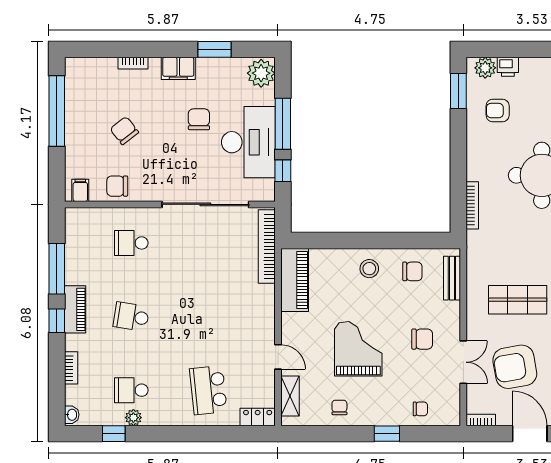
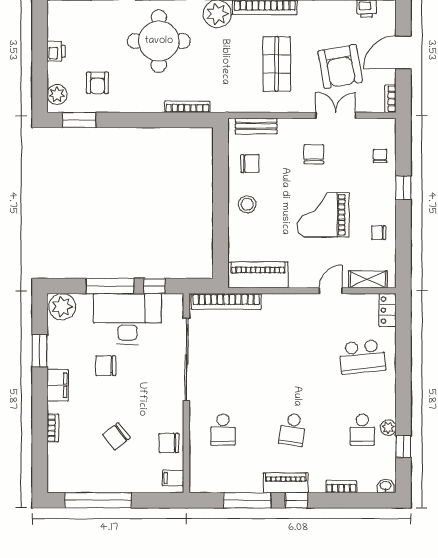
printer: (508, 67) -> (56, 51), moved
chair: (117, 186) -> (169, 443), turned 90
chair: (412, 271) -> (250, 164), turned 90

